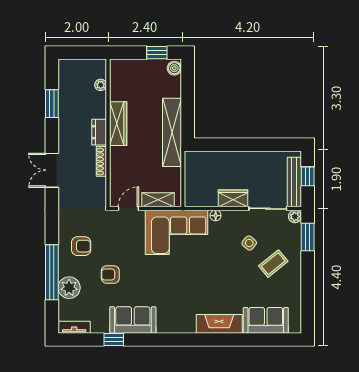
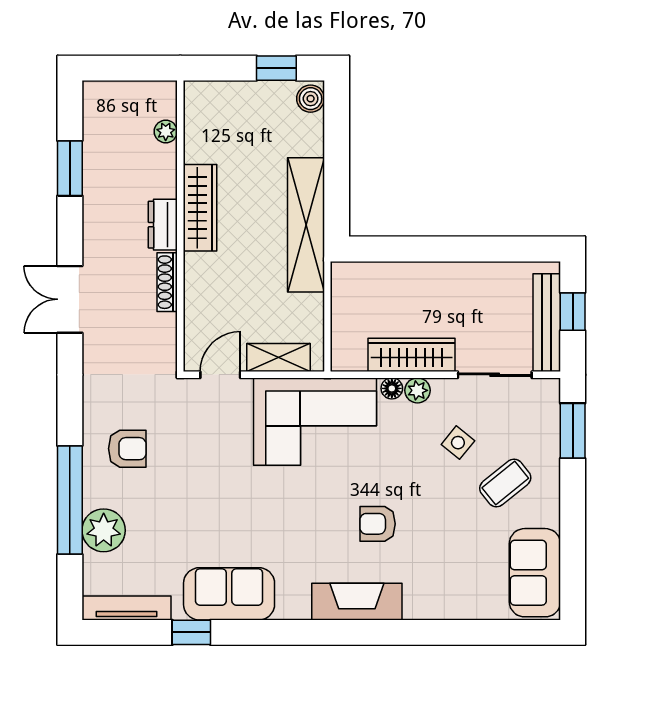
wardrobe: (233, 198) -> (412, 355), width x1.50
plant: (295, 217) -> (418, 390), moved
armchair: (110, 274) -> (378, 524), moved
sofa: (266, 320) -> (535, 573), moved, turned -90
fireplace: (219, 324) -> (357, 602), moved
tv unit: (74, 327) -> (127, 608), width x1.41

